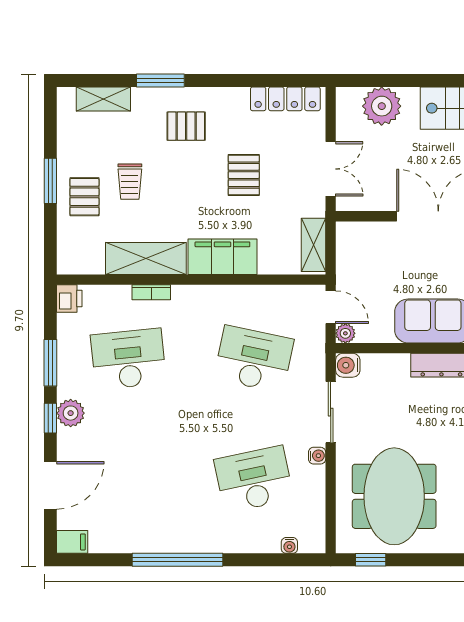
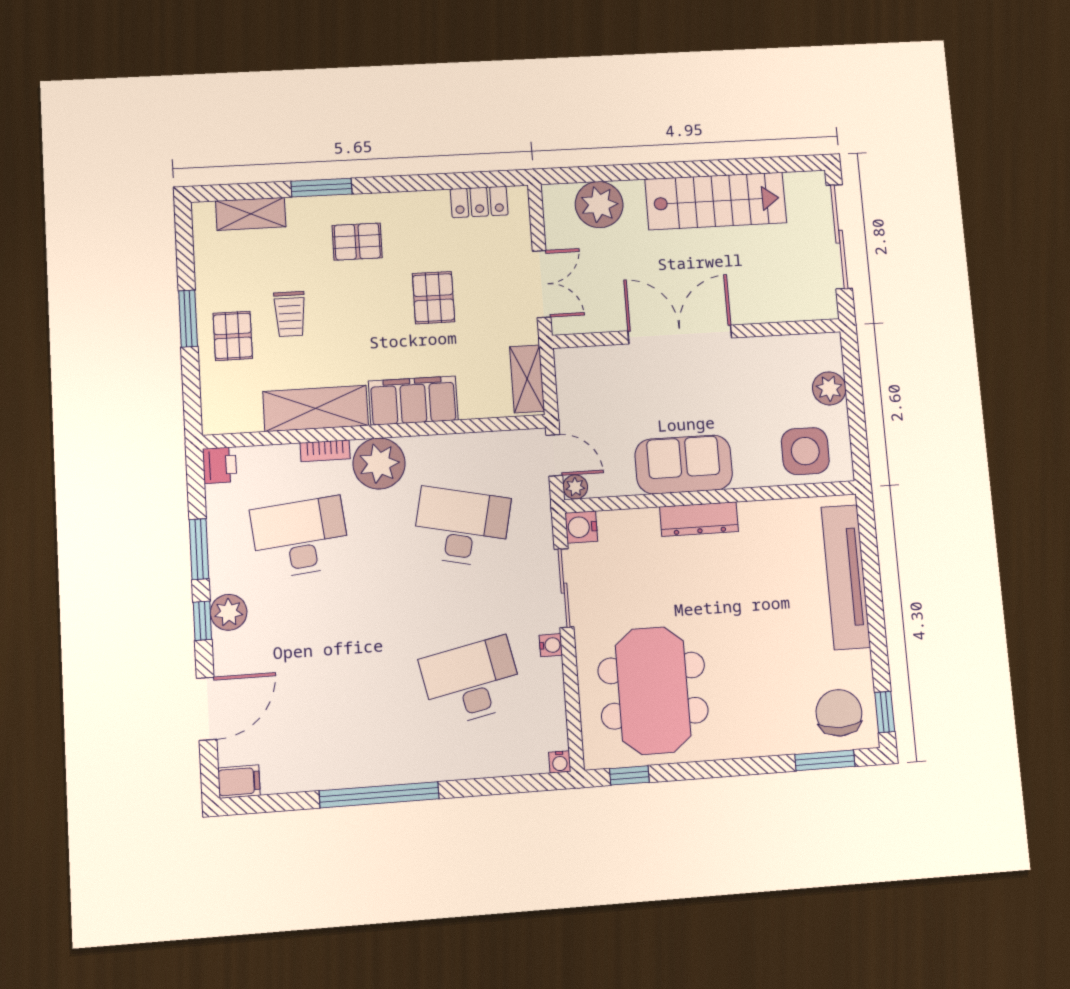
locker: (285, 99) -> (479, 202), width x0.66
plant: (193, 305) -> (379, 463), added
water cooler: (289, 545) -> (560, 762), moved

